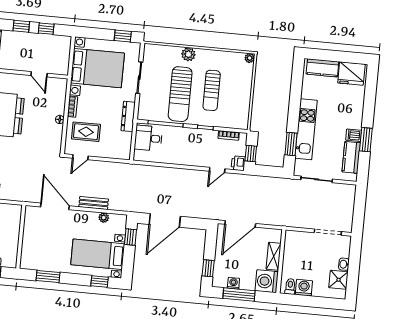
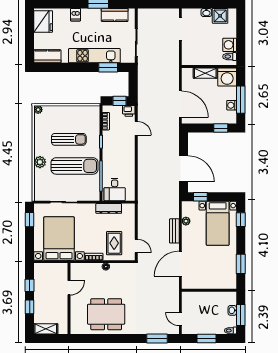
kitchen counter: (322, 68) -> (47, 56), moved, turned -90
dresser: (128, 116) -> (109, 208), moved
dishwasher: (354, 135) -> (76, 15), moved

